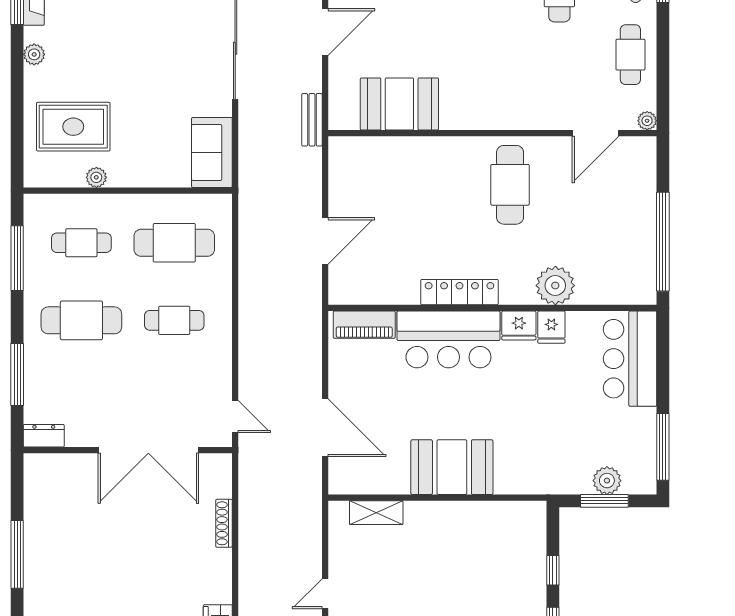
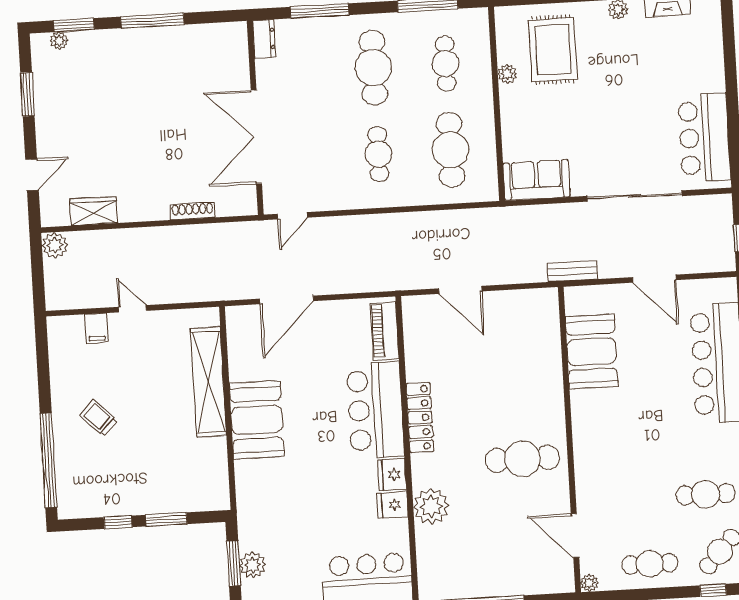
shelving: (376, 513) -> (209, 382), width x2.20, depth x1.33
window: (553, 570) -> (166, 519), width x1.50

